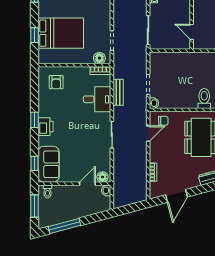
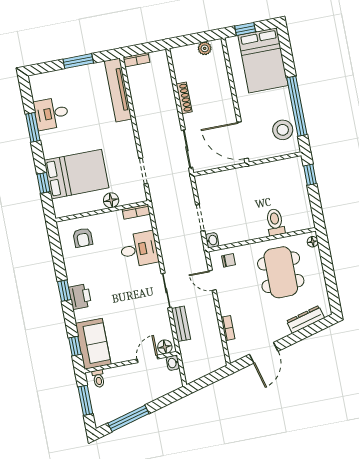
door: (192, 32) -> (243, 140), width x1.88
floor lamp: (99, 58) -> (111, 200), moved
bench: (118, 92) -> (181, 324), moved
door: (148, 134) -> (212, 280), swing flipped

